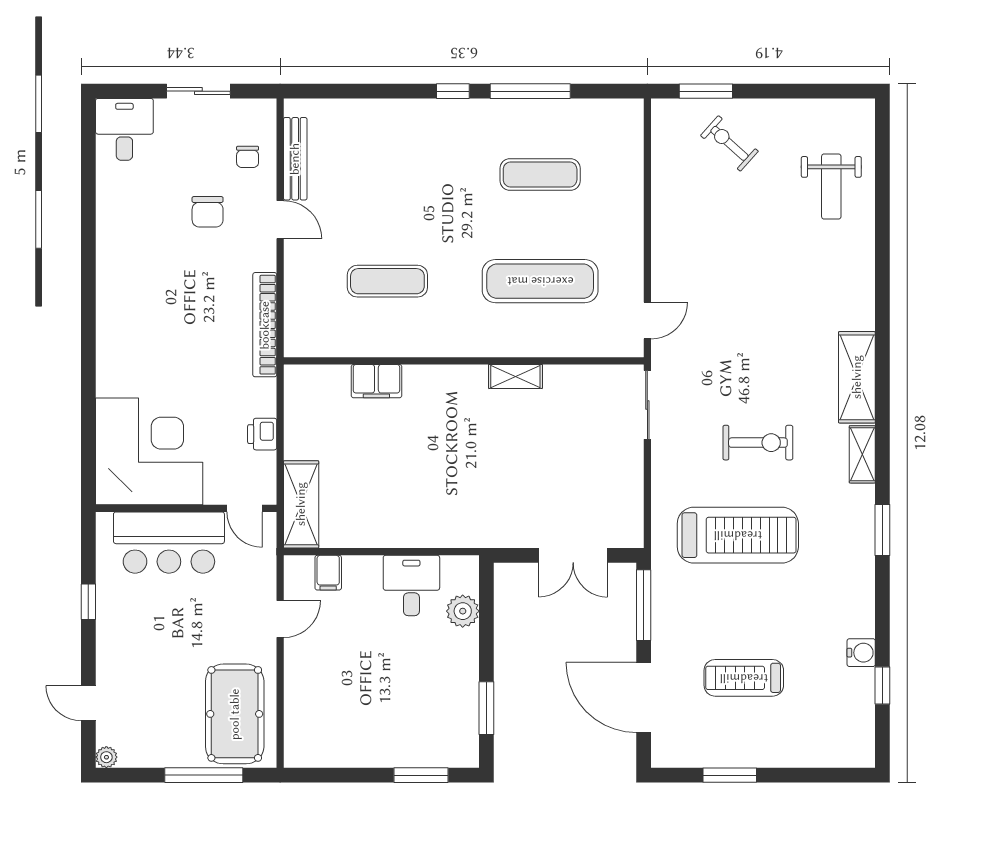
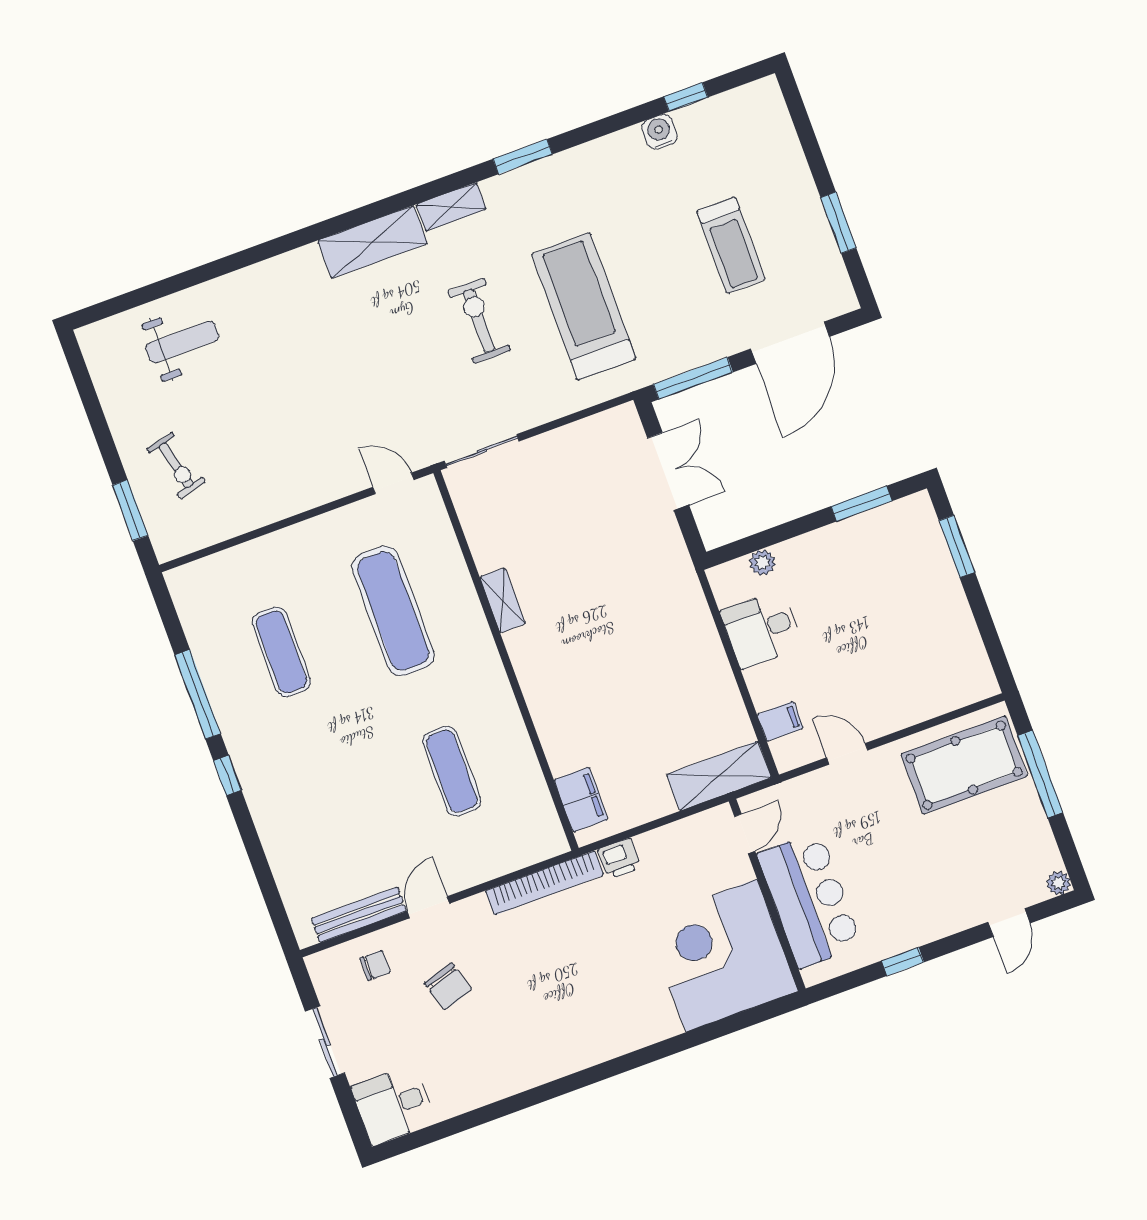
exercise bike: (729, 143) -> (176, 465), turned -56
chair: (208, 212) -> (448, 986), turned 73
filing cabinet: (376, 381) -> (581, 800), moved
printer: (262, 434) -> (619, 859), moved
plant: (463, 611) -> (762, 563), width x0.73, depth x0.73

